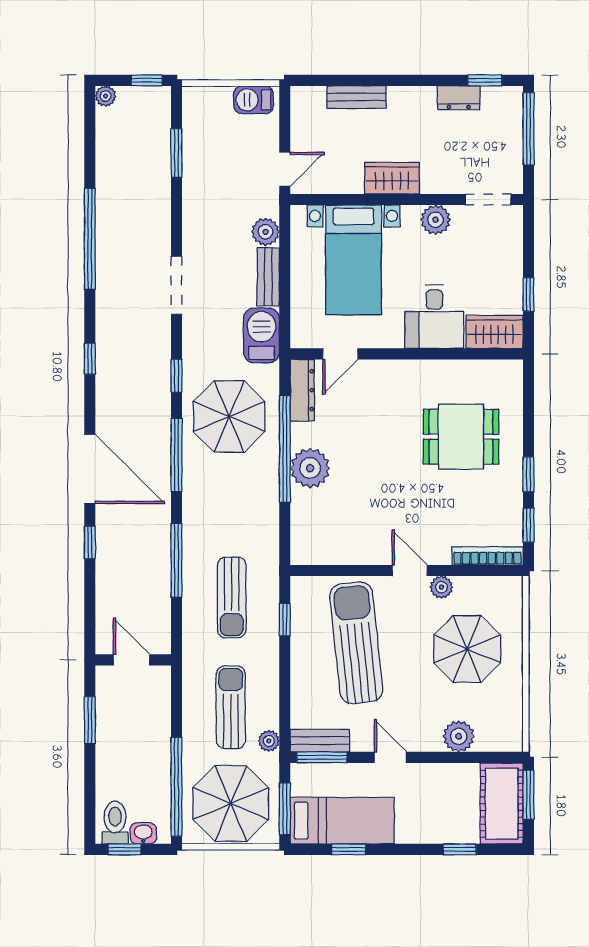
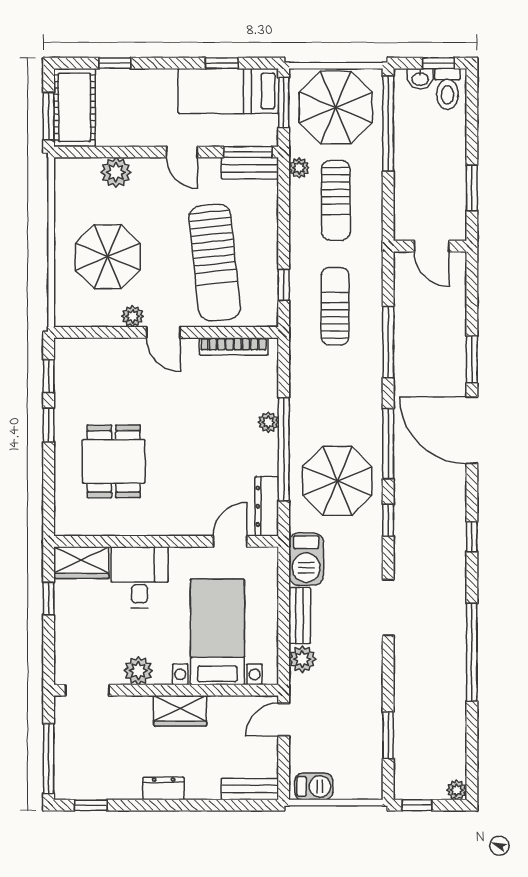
bench: (356, 97) -> (250, 789), moved
dresser: (459, 98) -> (164, 788), moved
dining table: (461, 437) -> (114, 461), turned 90
plant: (310, 468) -> (268, 422), width x0.53, depth x0.53
window: (90, 542) -> (472, 359), width x1.50
bookcase: (487, 556) -> (234, 346), moved

